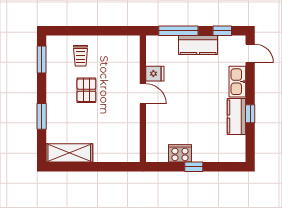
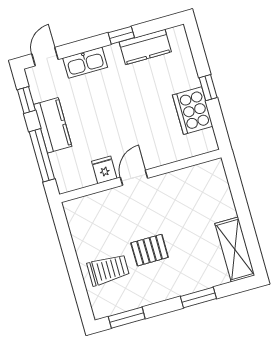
trolley: (81, 56) -> (108, 270), width x1.36, depth x1.39
kitchen counter: (237, 117) -> (145, 47), moved
cooker: (180, 153) -> (193, 111), width x1.37, depth x1.31

